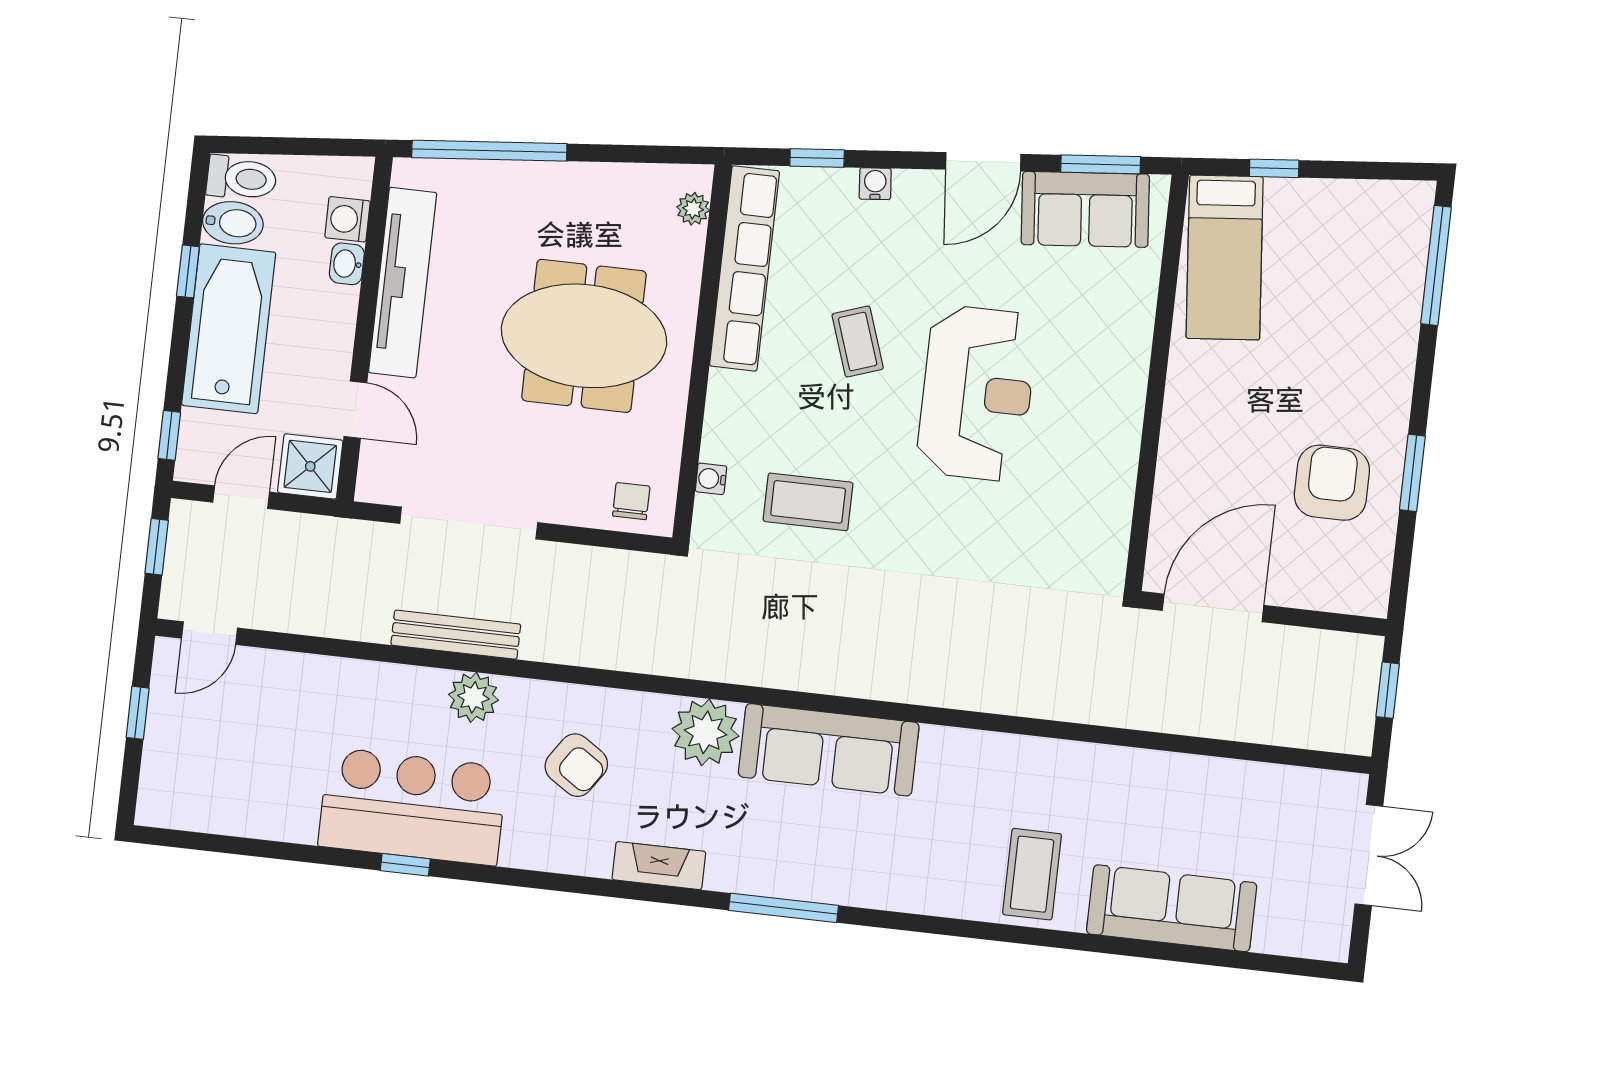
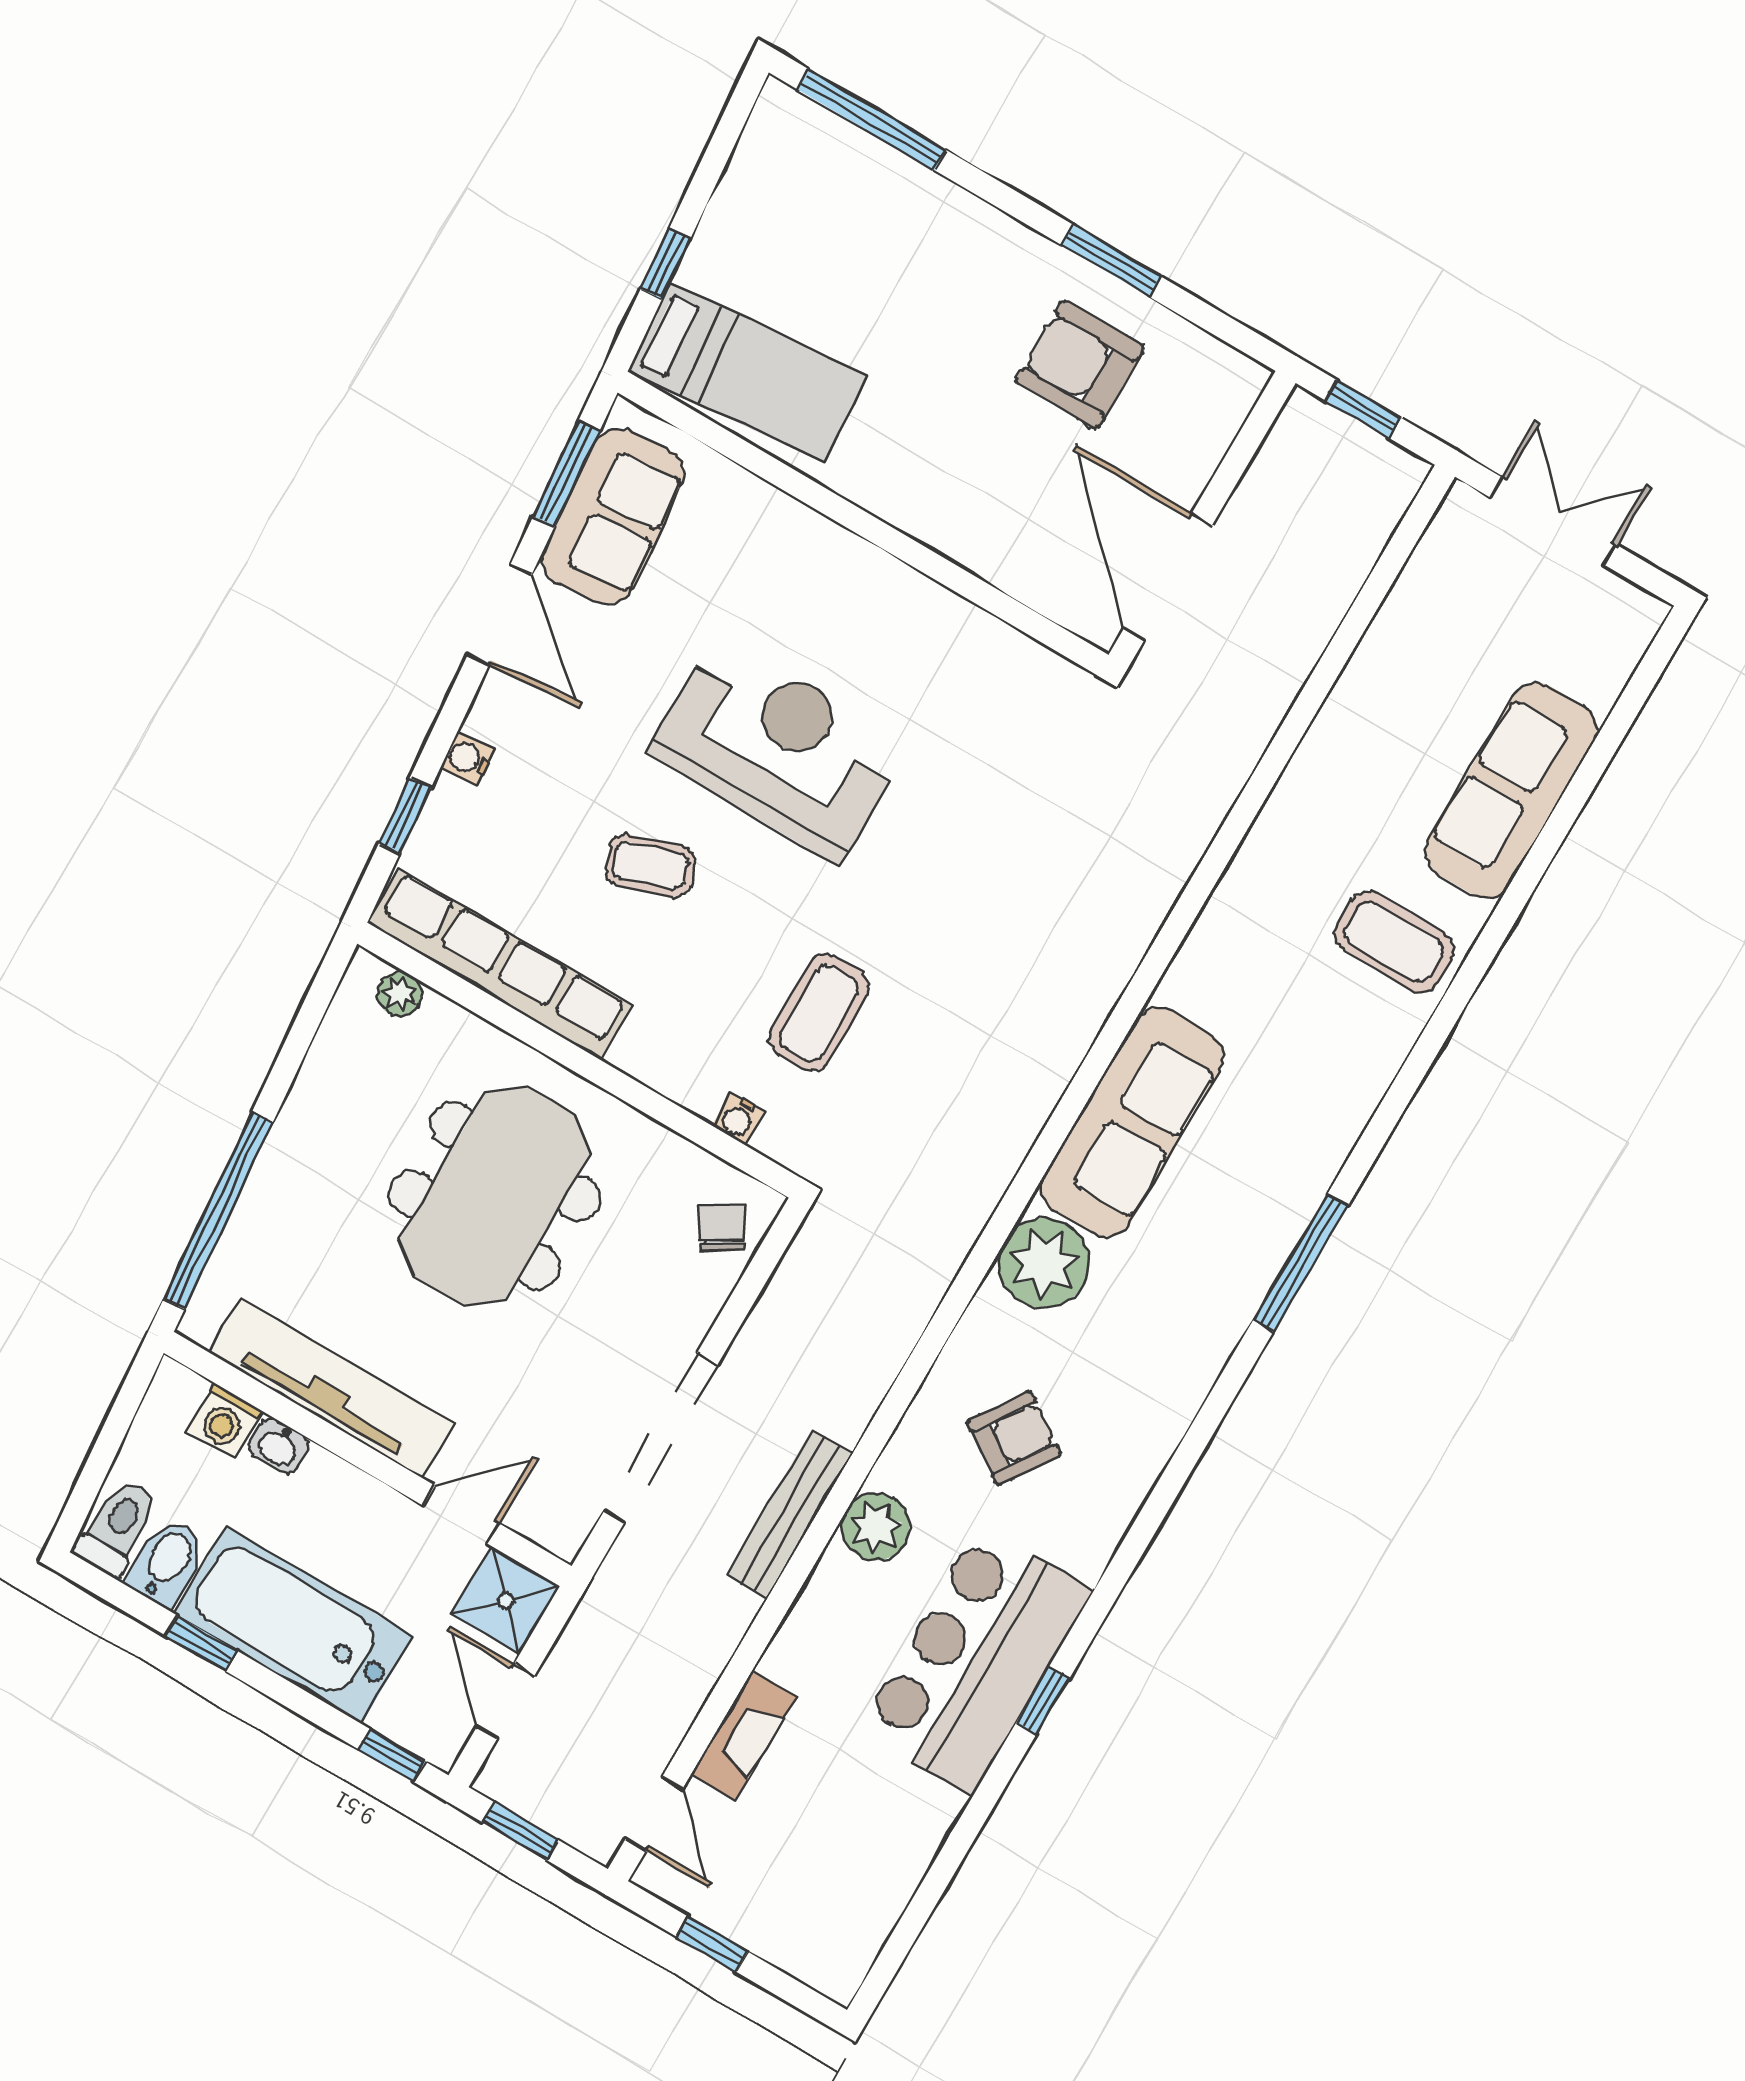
chair: (631, 501) -> (722, 1228), turned 59
fireplace: (659, 866) -> (743, 1735), moved, turned 180

